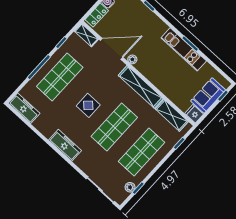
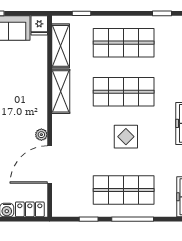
shelving: (86, 35) -> (59, 201), removed
door: (112, 49) -> (50, 165), hinge flipped
shelving: (141, 87) -> (61, 91), width x0.68
plant: (130, 187) -> (168, 22), removed

